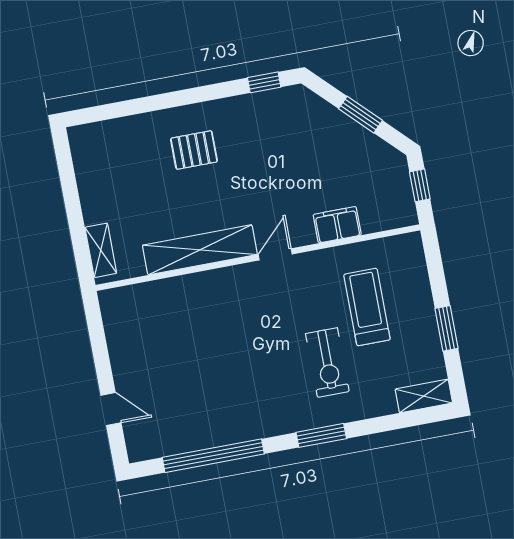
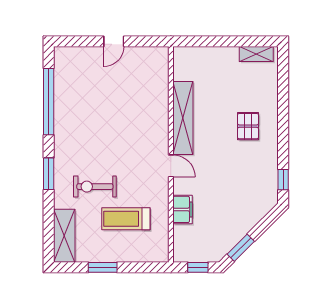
window: (361, 115) -> (241, 248), moved
shelving: (101, 250) -> (256, 54), moved
treadmill: (367, 307) -> (126, 219), turned 180
shelving: (424, 396) -> (64, 236), width x1.50, depth x1.33
door: (111, 409) -> (114, 41), moved

